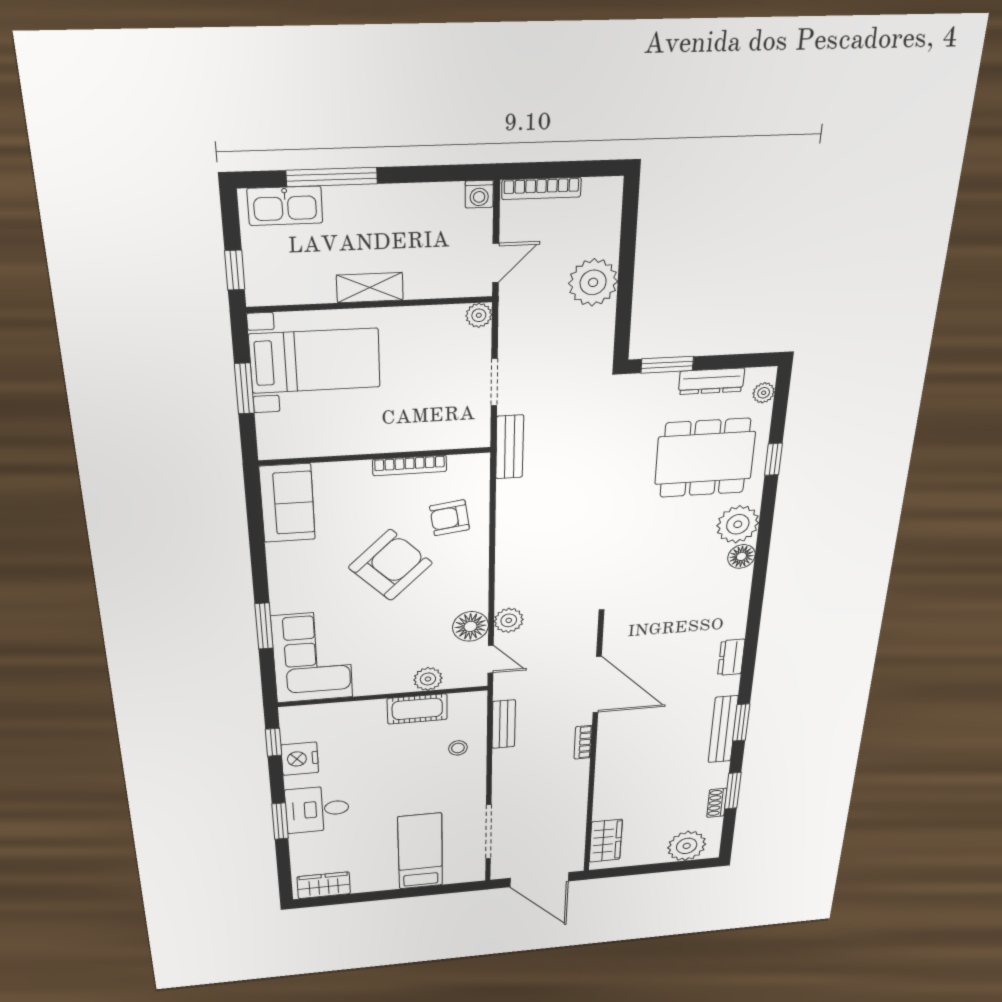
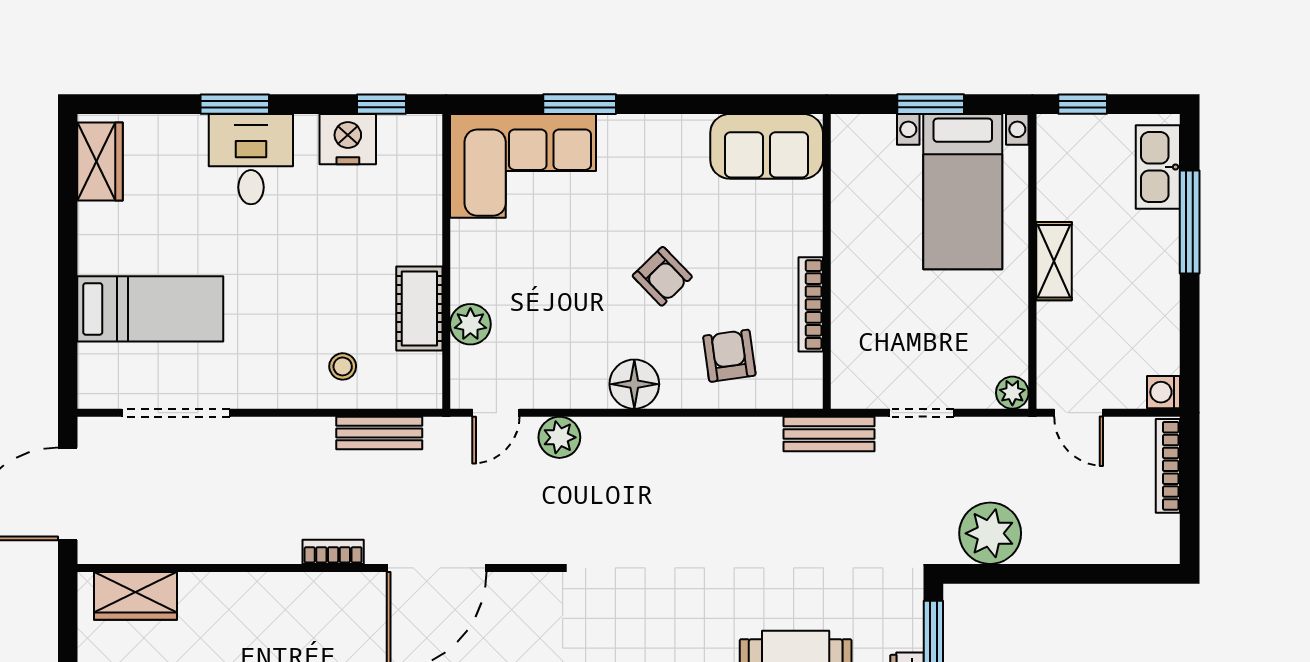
plant: (593, 282) -> (990, 533), moved
armchair: (390, 565) -> (662, 276), width x0.53, depth x0.53
floor lamp: (471, 626) -> (634, 384), moved

